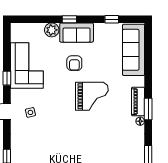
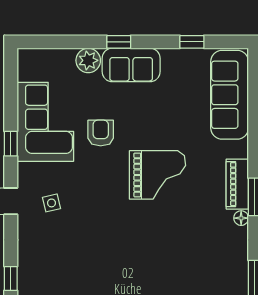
armchair: (74, 63) -> (101, 133), moved, turned 180

